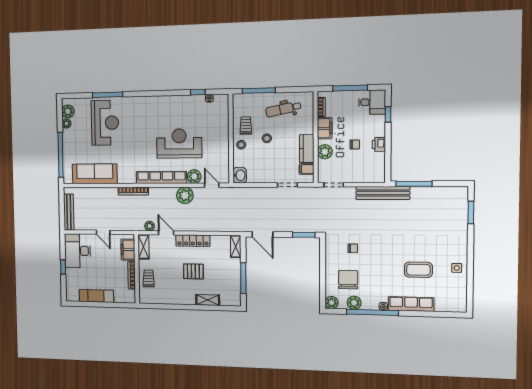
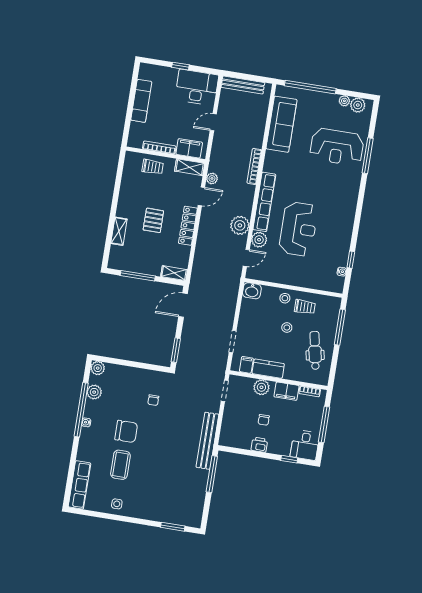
chair: (348, 280) -> (126, 431), moved
row of seats: (411, 304) -> (79, 485), moved

